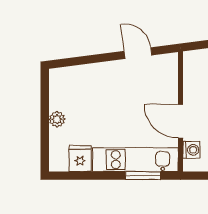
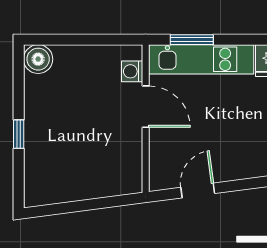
door: (138, 53) -> (198, 190), swing flipped

